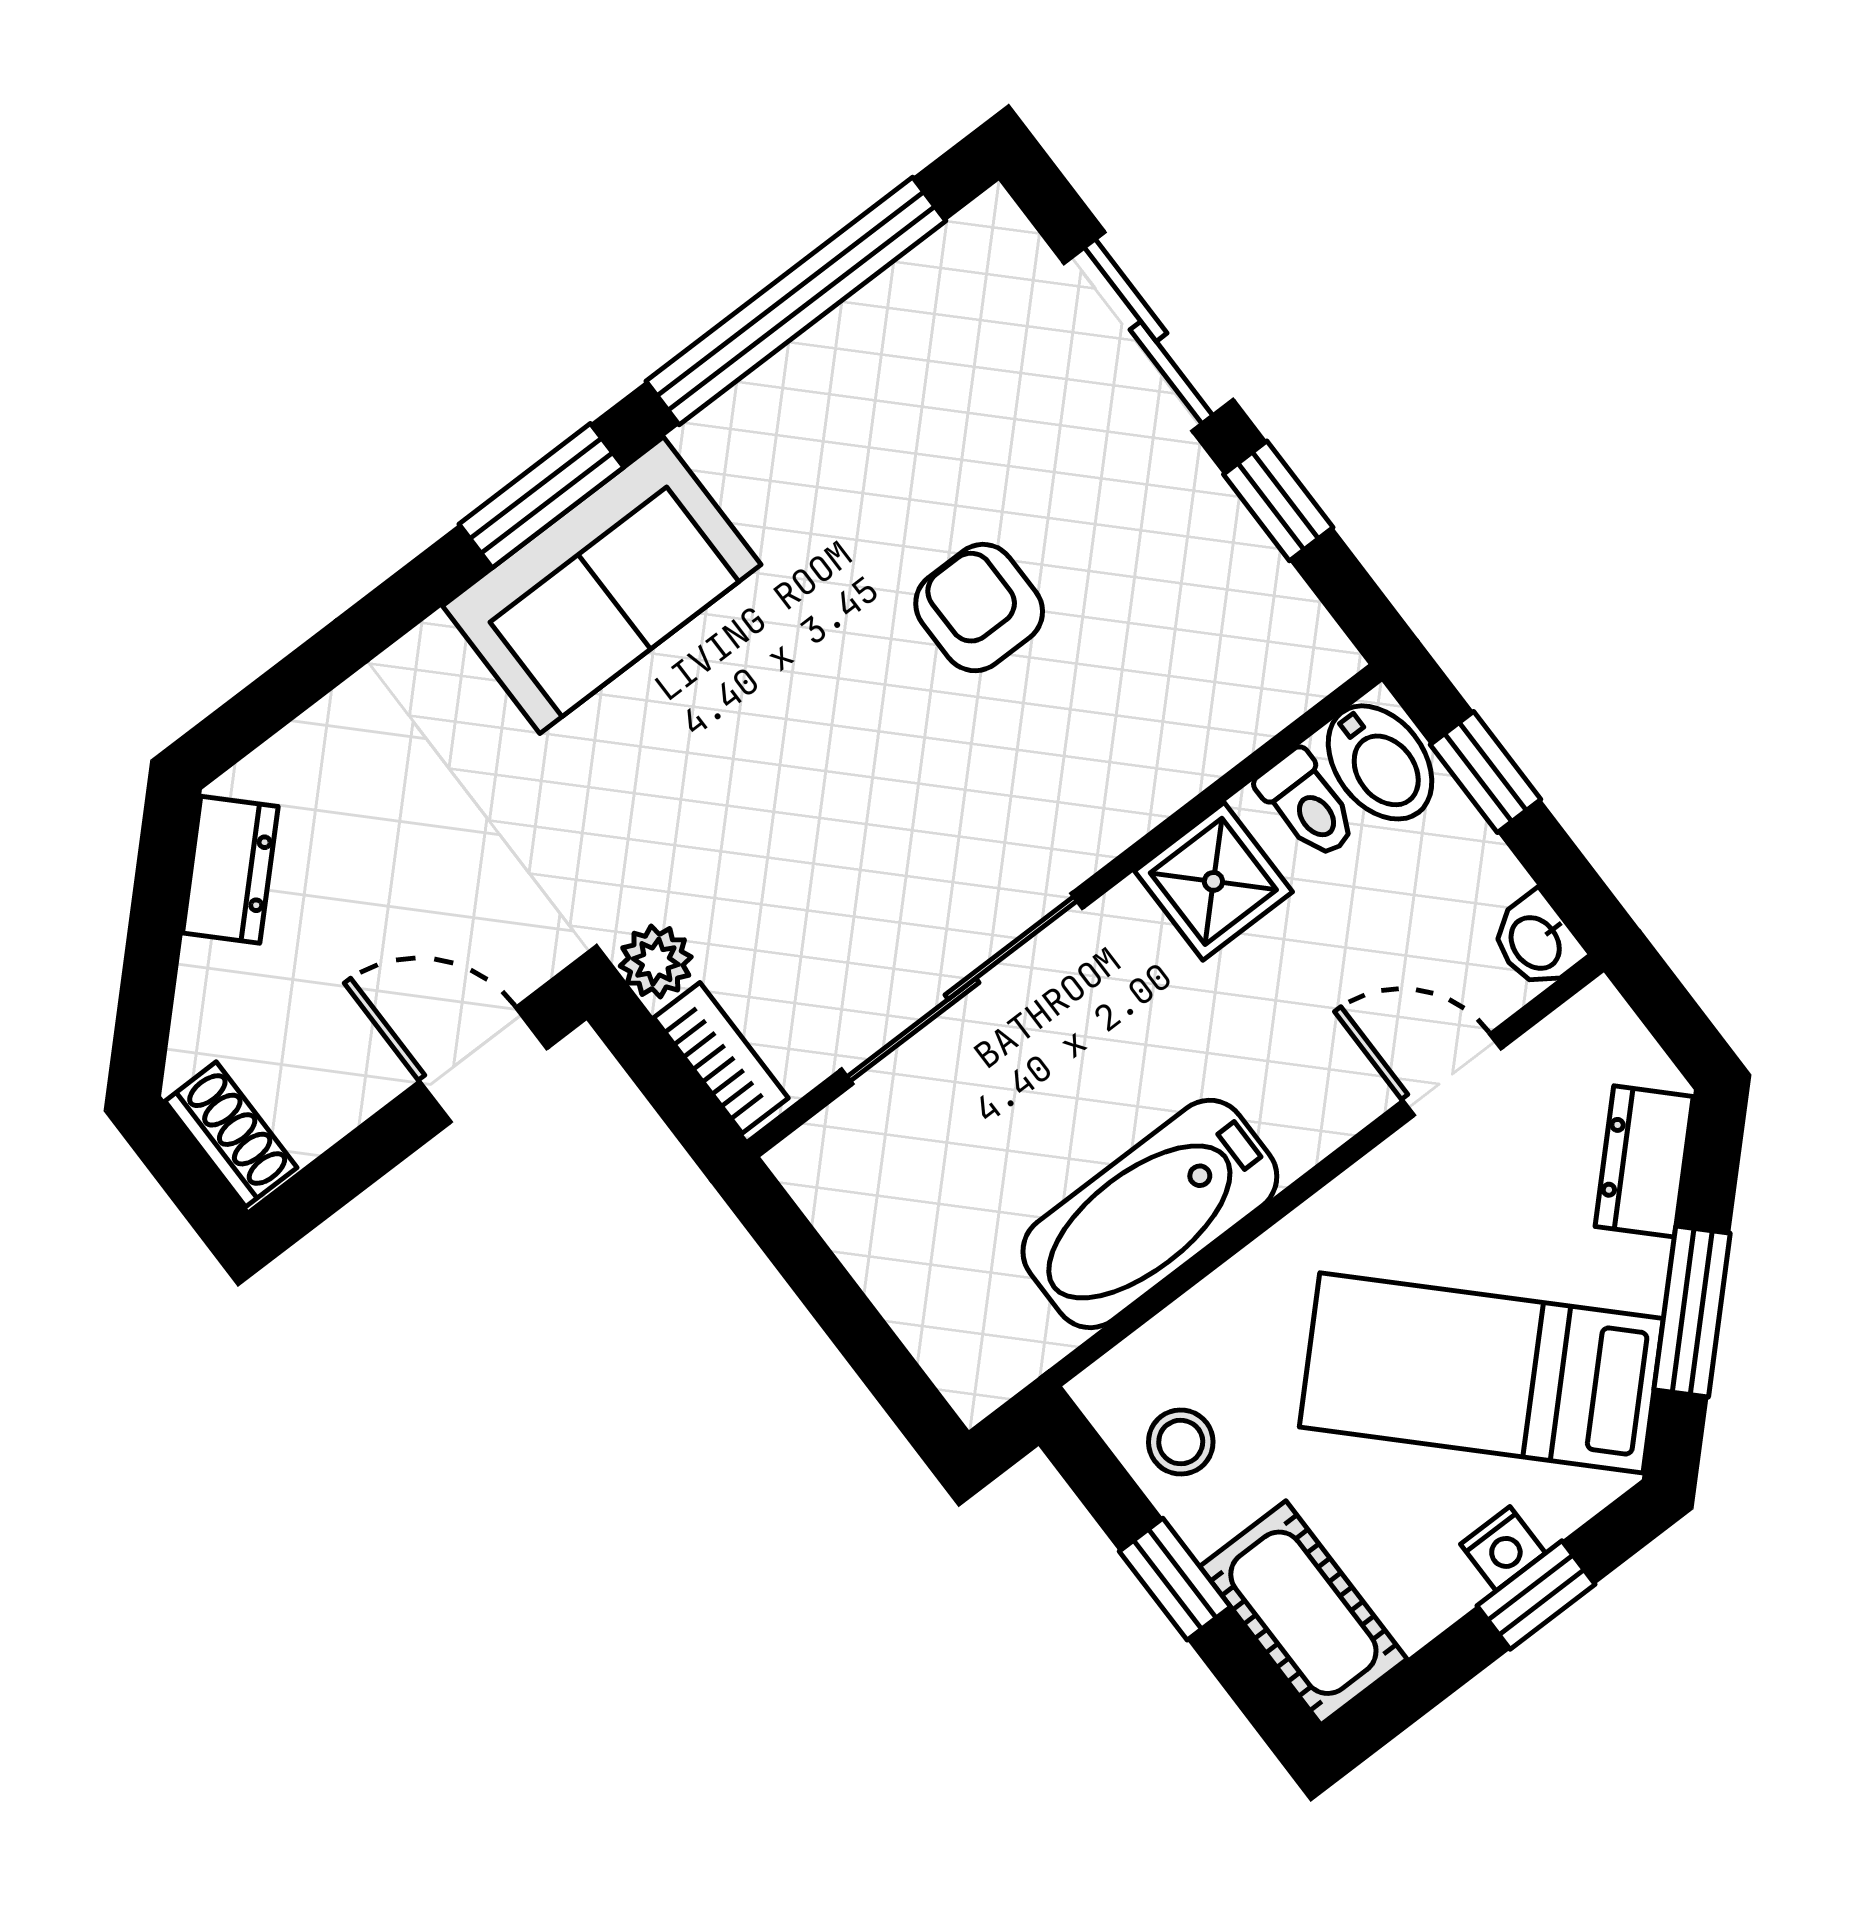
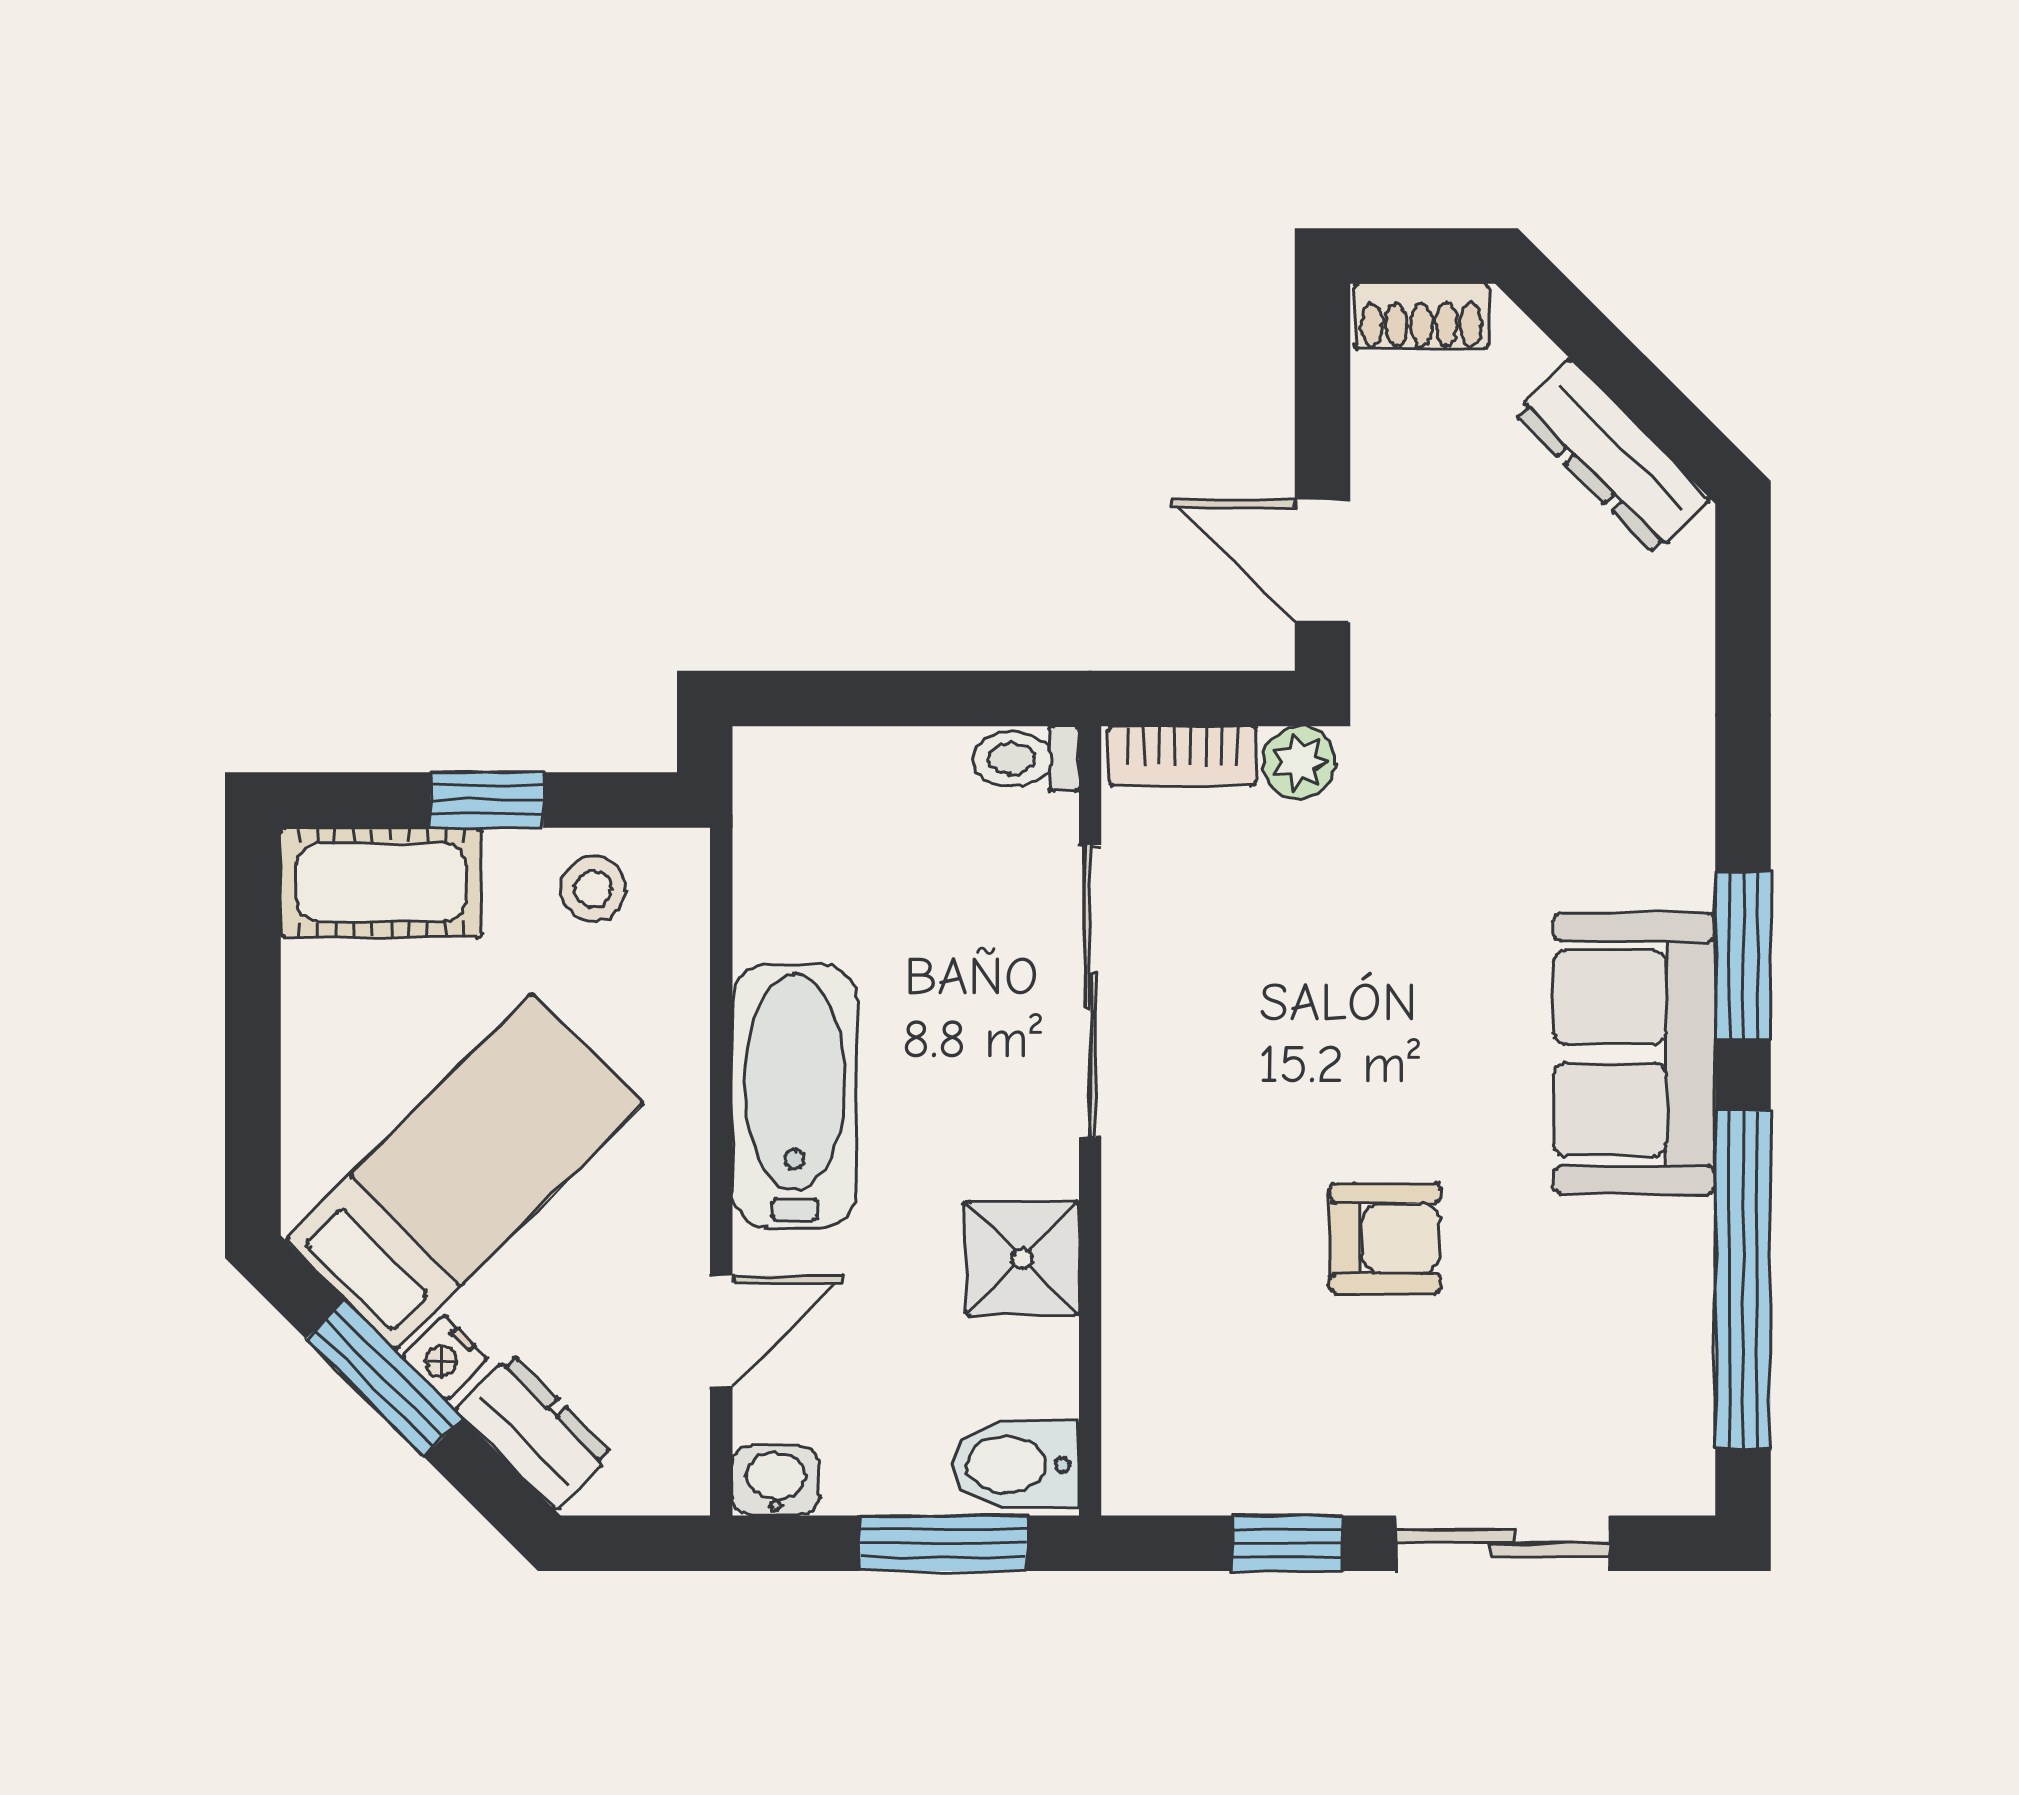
sofa: (602, 585) -> (1634, 1053), moved
window: (1485, 772) -> (943, 1543), width x1.50
toilet: (1308, 804) -> (1026, 759), moved
dresser: (230, 870) -> (1612, 456), width x1.44
door: (483, 1065) -> (1323, 561), swing flipped
bathtub: (1150, 1214) -> (795, 1096), moved
nightstand: (1503, 1549) -> (445, 1358), moved, turned -45
window: (1536, 1595) -> (253, 1080), removed

